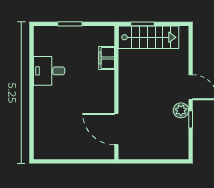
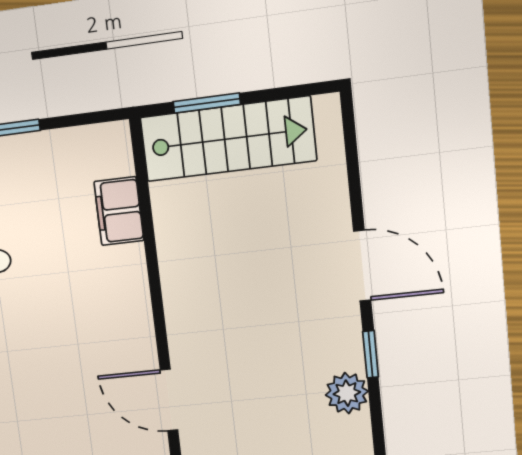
plant: (181, 110) -> (347, 393), moved
door: (116, 129) -> (169, 400), width x0.73

